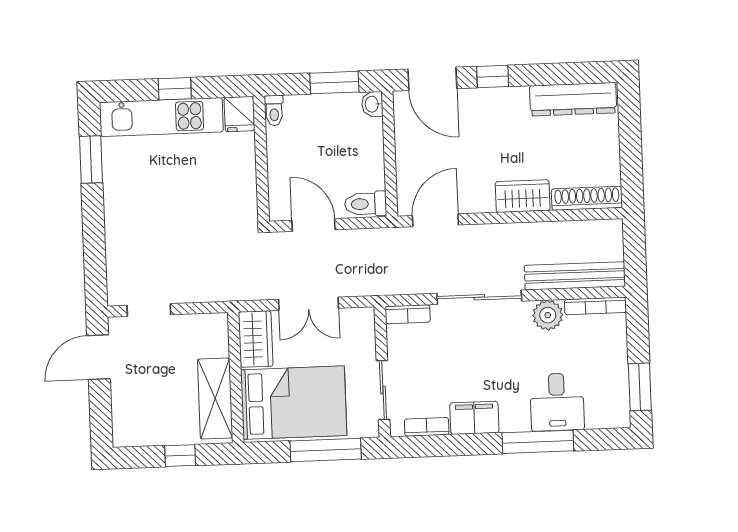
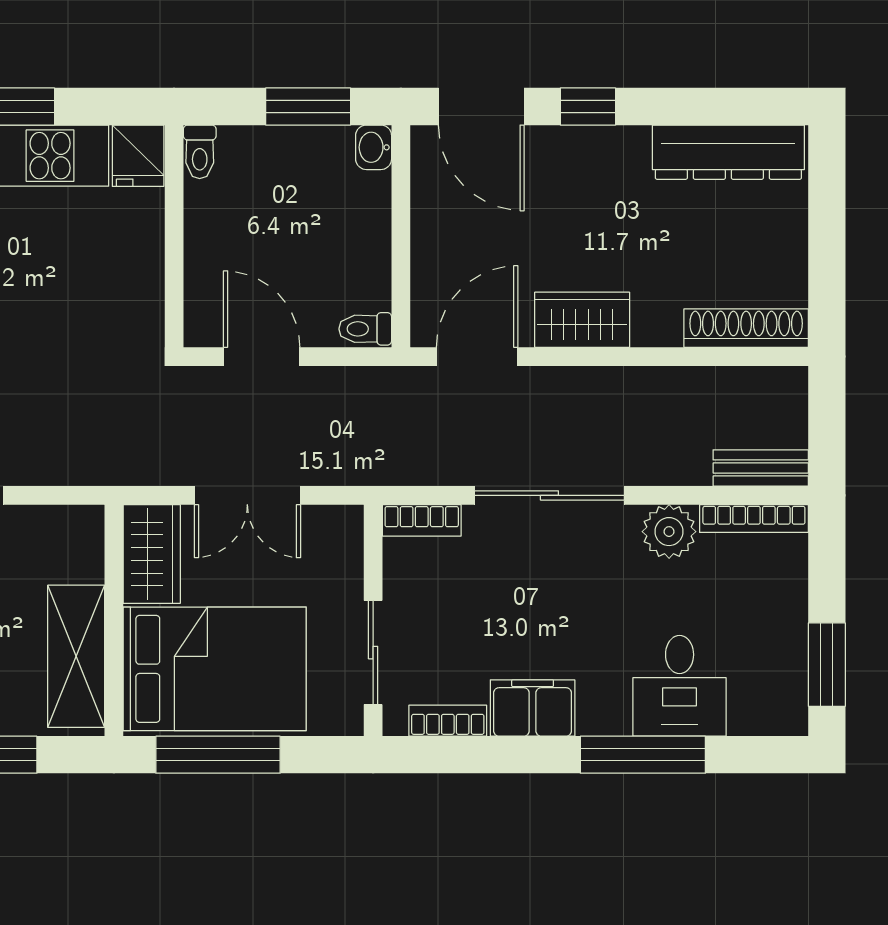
wardrobe: (523, 196) -> (582, 320), moved
toilet: (366, 204) -> (365, 329), width x0.73, depth x0.72
bench: (575, 276) -> (761, 468), width x0.54, depth x0.82
window: (326, 450) -> (218, 755), moved

